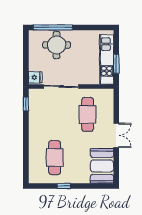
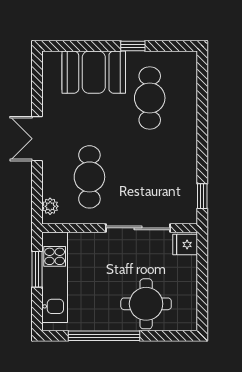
window: (53, 27) -> (104, 336), moved
plant: (109, 98) -> (50, 206), added
booth: (102, 166) -> (94, 72), moved, turned 90

